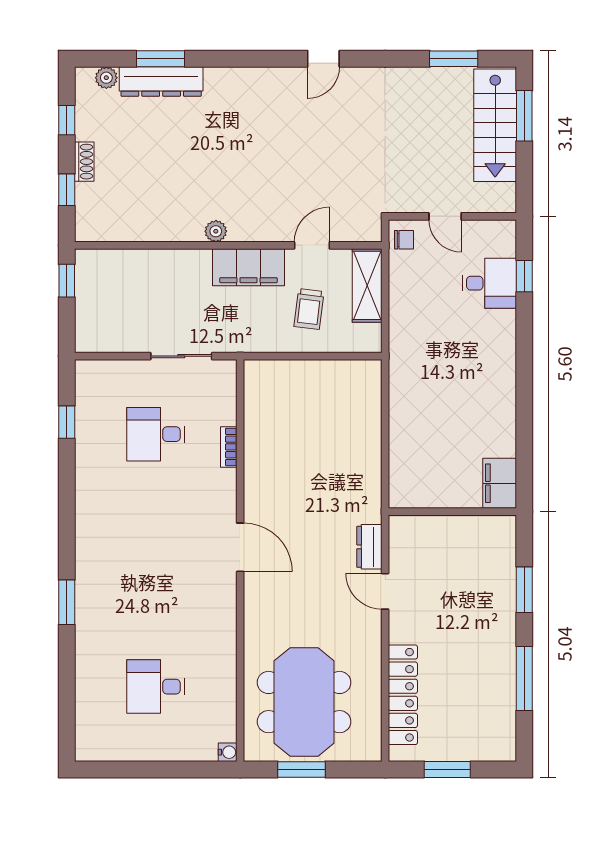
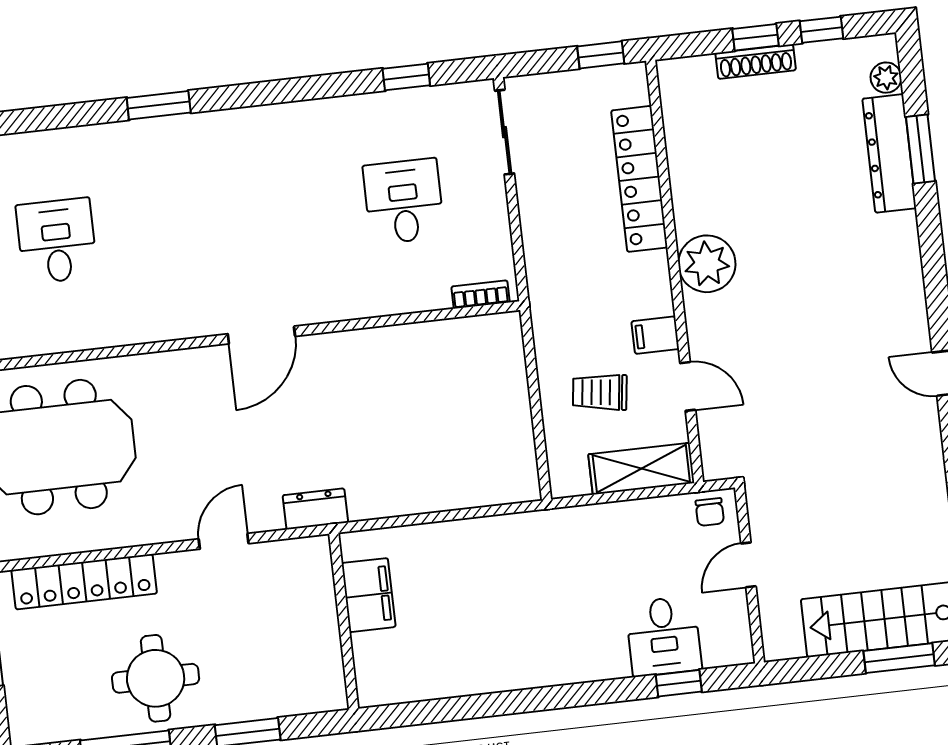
shoe rack: (84, 162) -> (756, 62), width x1.43
window: (67, 190) -> (755, 37), moved
plant: (216, 231) -> (707, 264), width x1.88, depth x1.88
locker: (159, 263) -> (639, 179), added
filing cabinet: (249, 267) -> (655, 335), width x0.33, depth x0.86
sliding door: (181, 356) -> (505, 132), moved
bookcase: (229, 447) -> (480, 294), moved
filing cabinet: (500, 483) -> (369, 595), moved, turned 90
dresser: (369, 547) -> (315, 509), moved
round table: (478, 651) -> (156, 678), added

